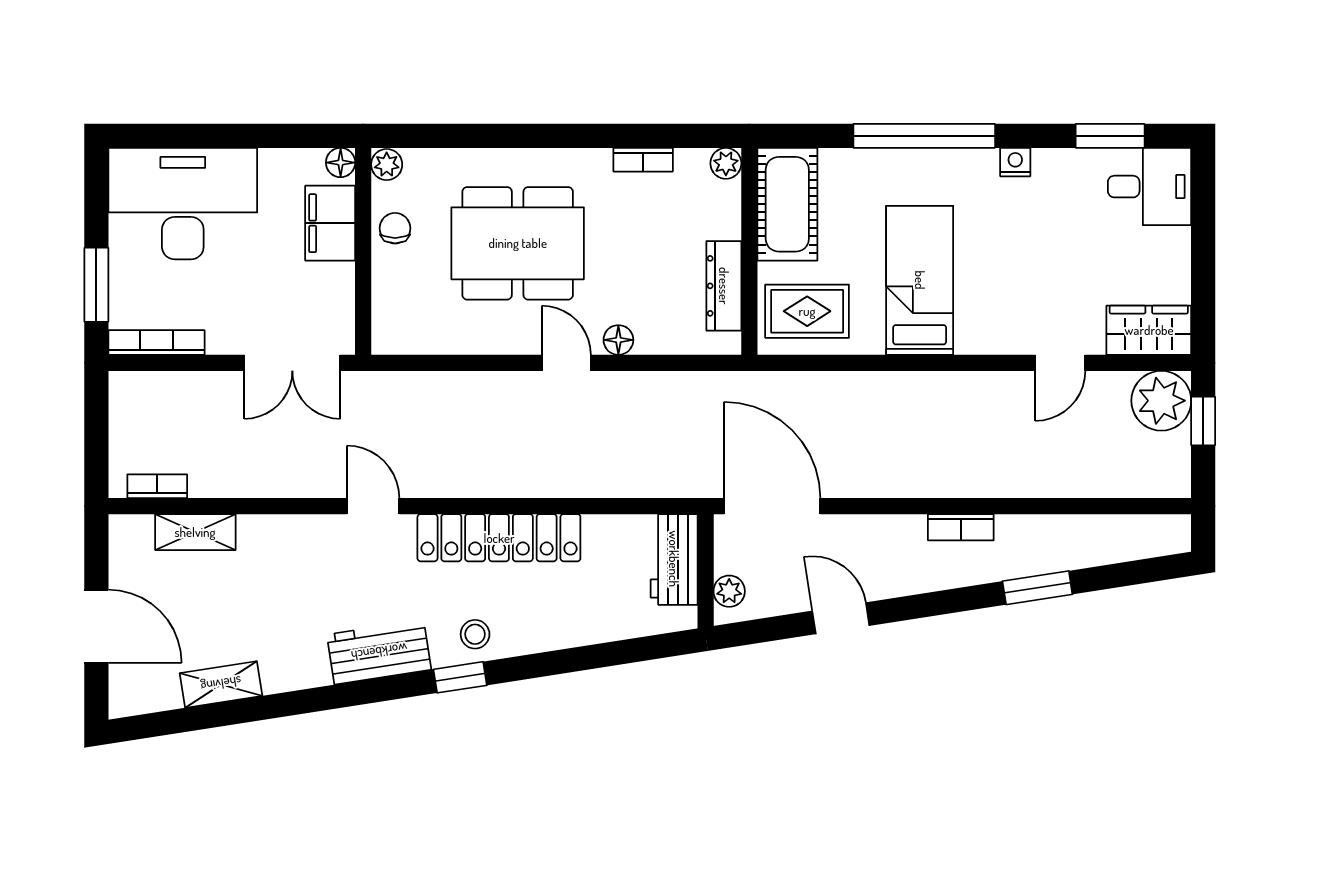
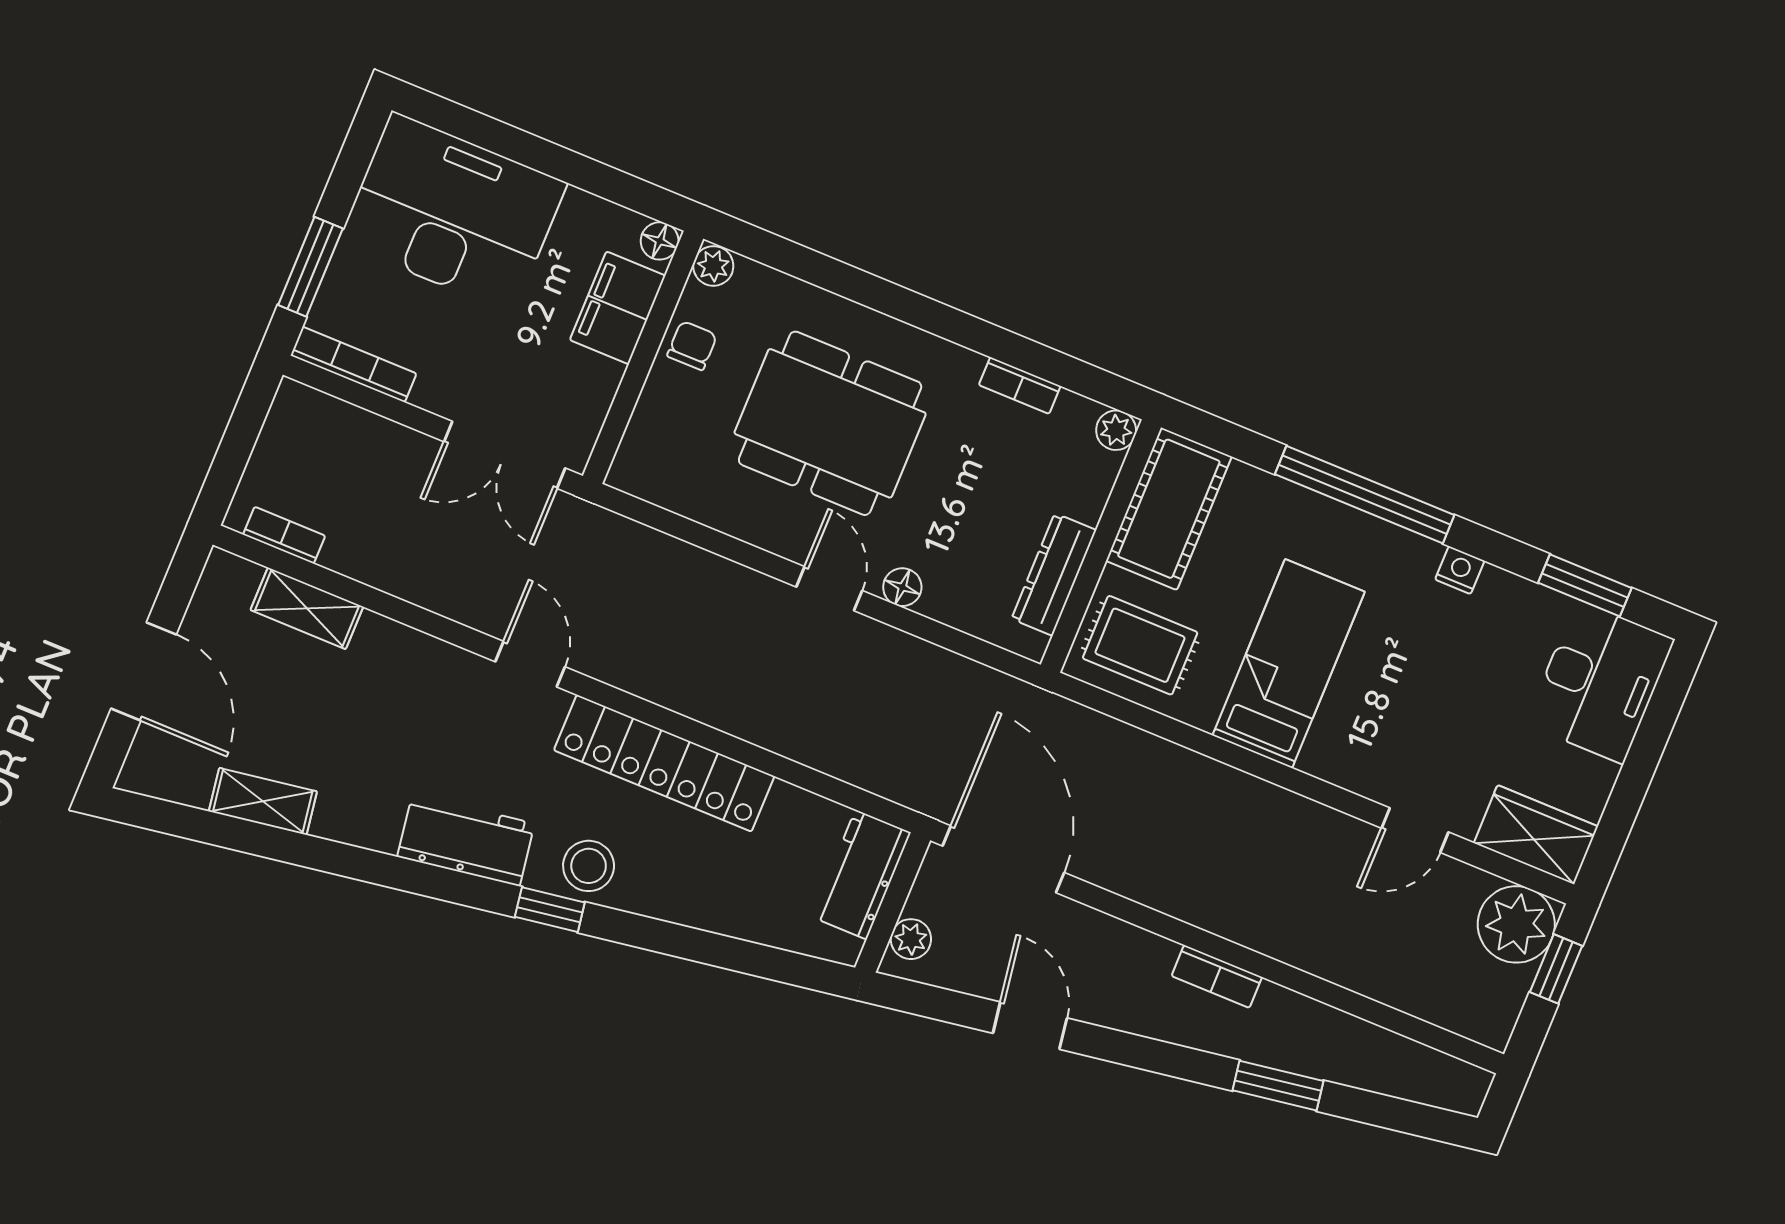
desk: (1150, 187) -> (1600, 682), width x1.37
stool: (475, 634) -> (589, 866), width x1.37, depth x1.37

